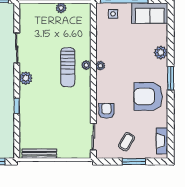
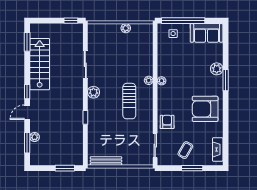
sun lounger: (68, 67) -> (129, 101), moved
window: (171, 78) -> (226, 80), moved

